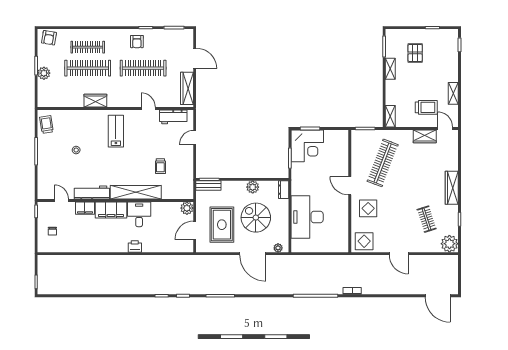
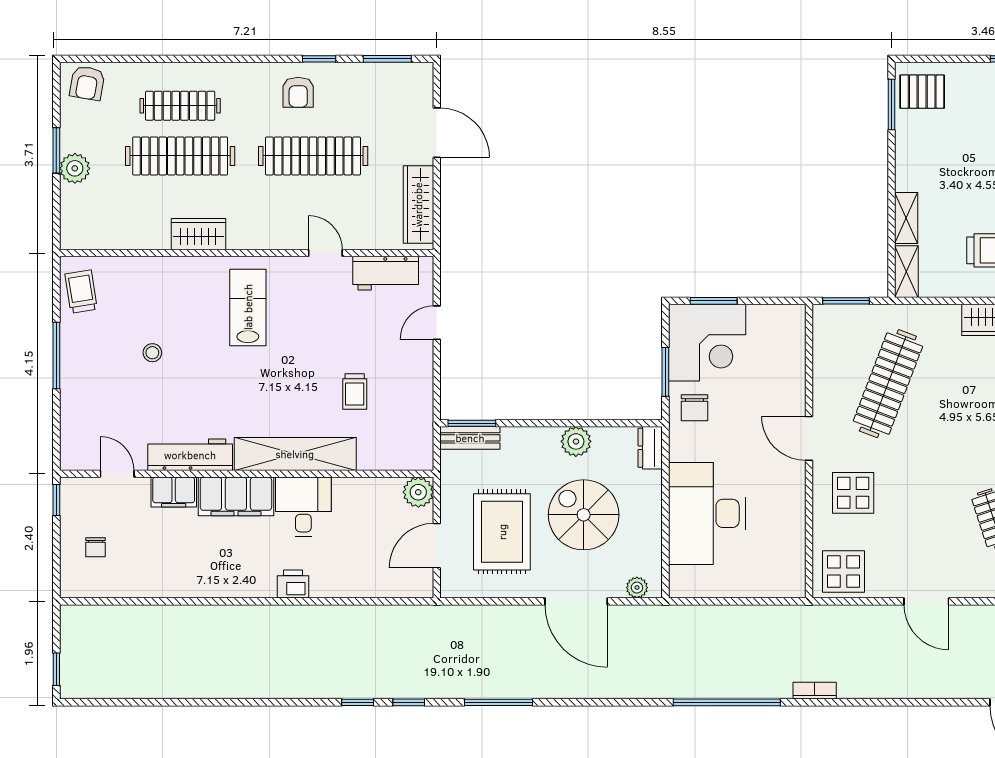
pallet: (415, 53) -> (922, 92), moved, turned 90
shelving: (390, 69) -> (906, 218), moved
chair: (302, 173) -> (695, 408), added

